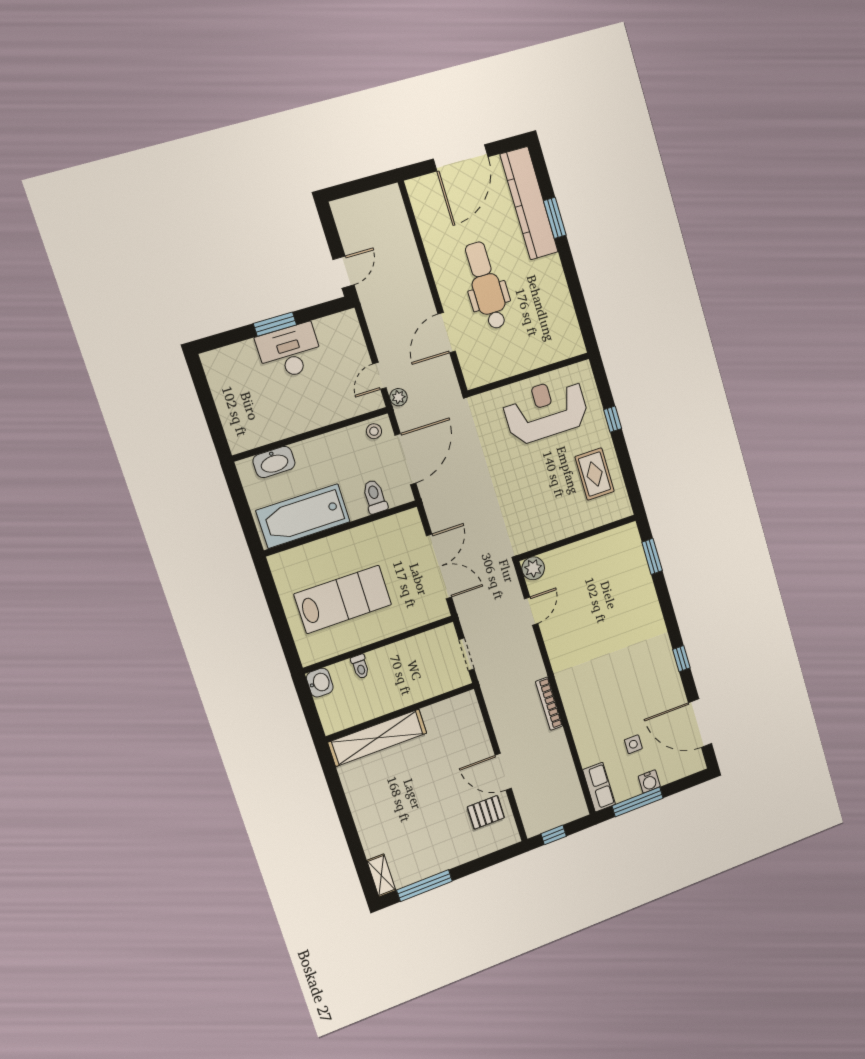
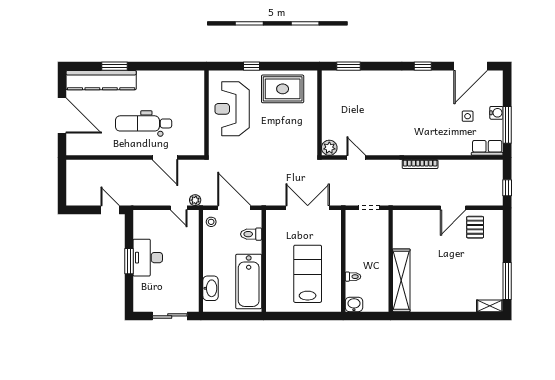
sliding door: (211, 413) -> (170, 316), added
rug: (595, 474) -> (283, 89), width x1.36, depth x1.43

